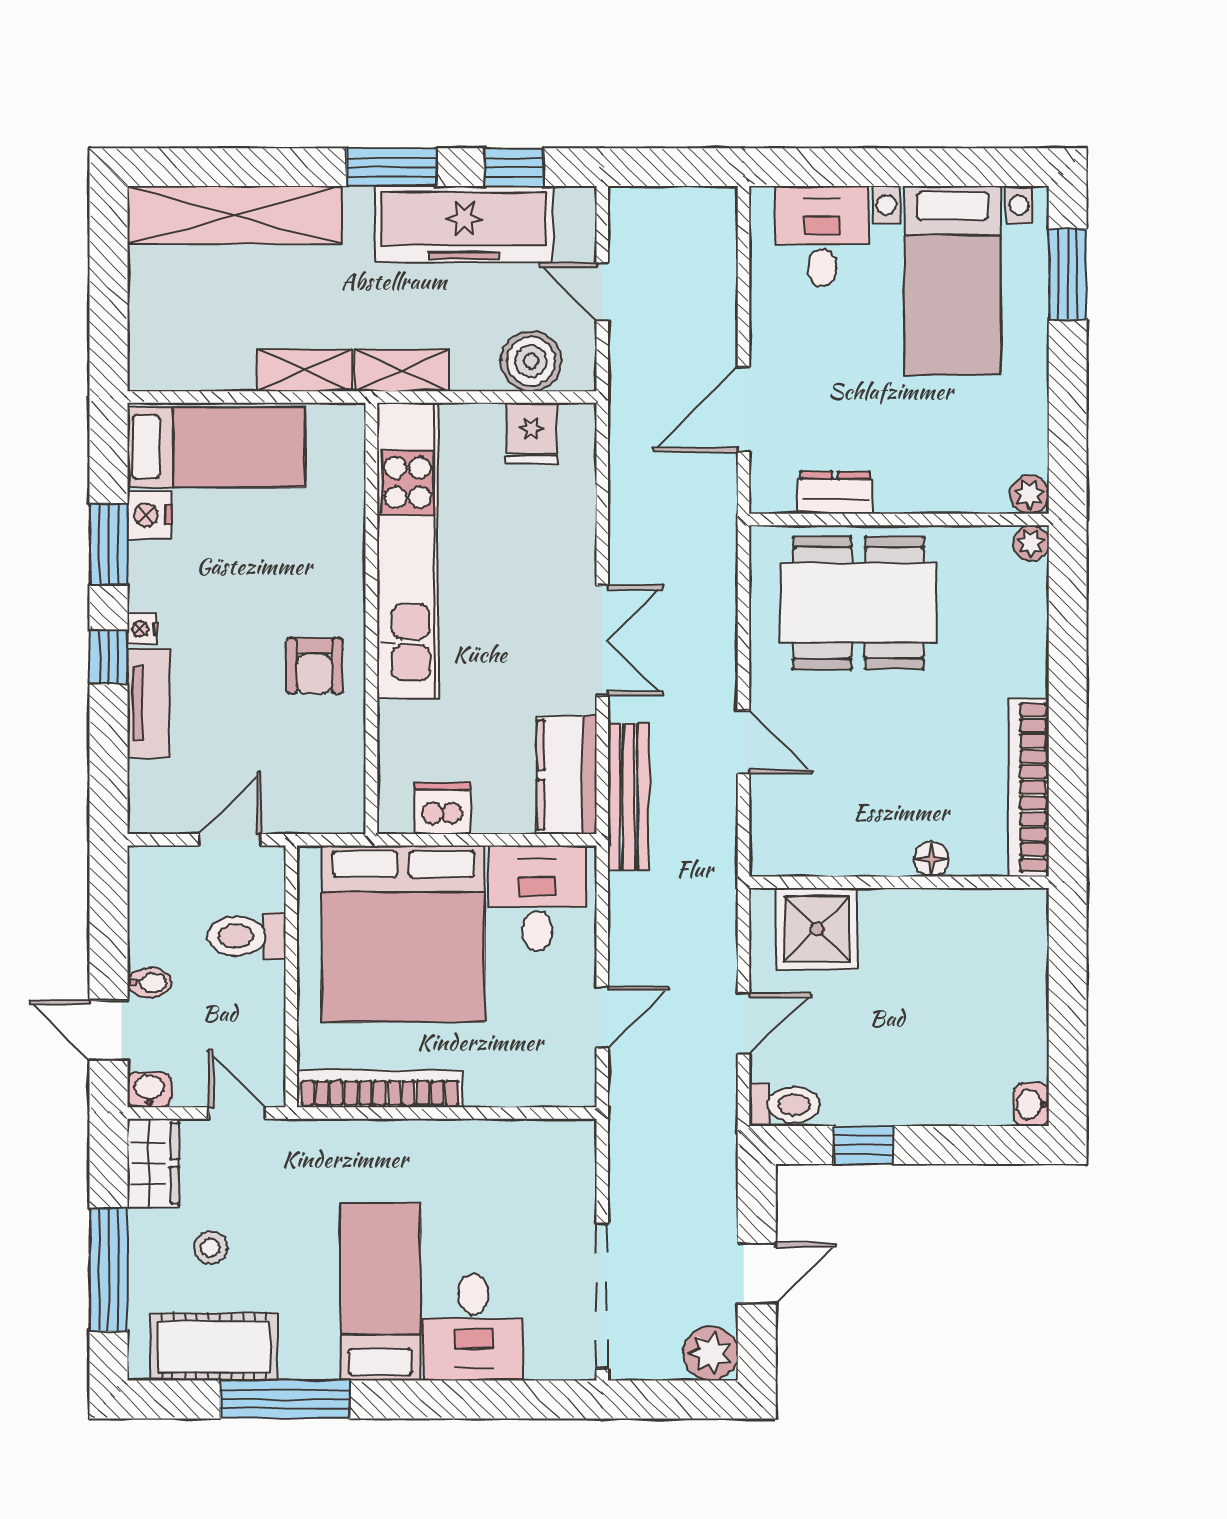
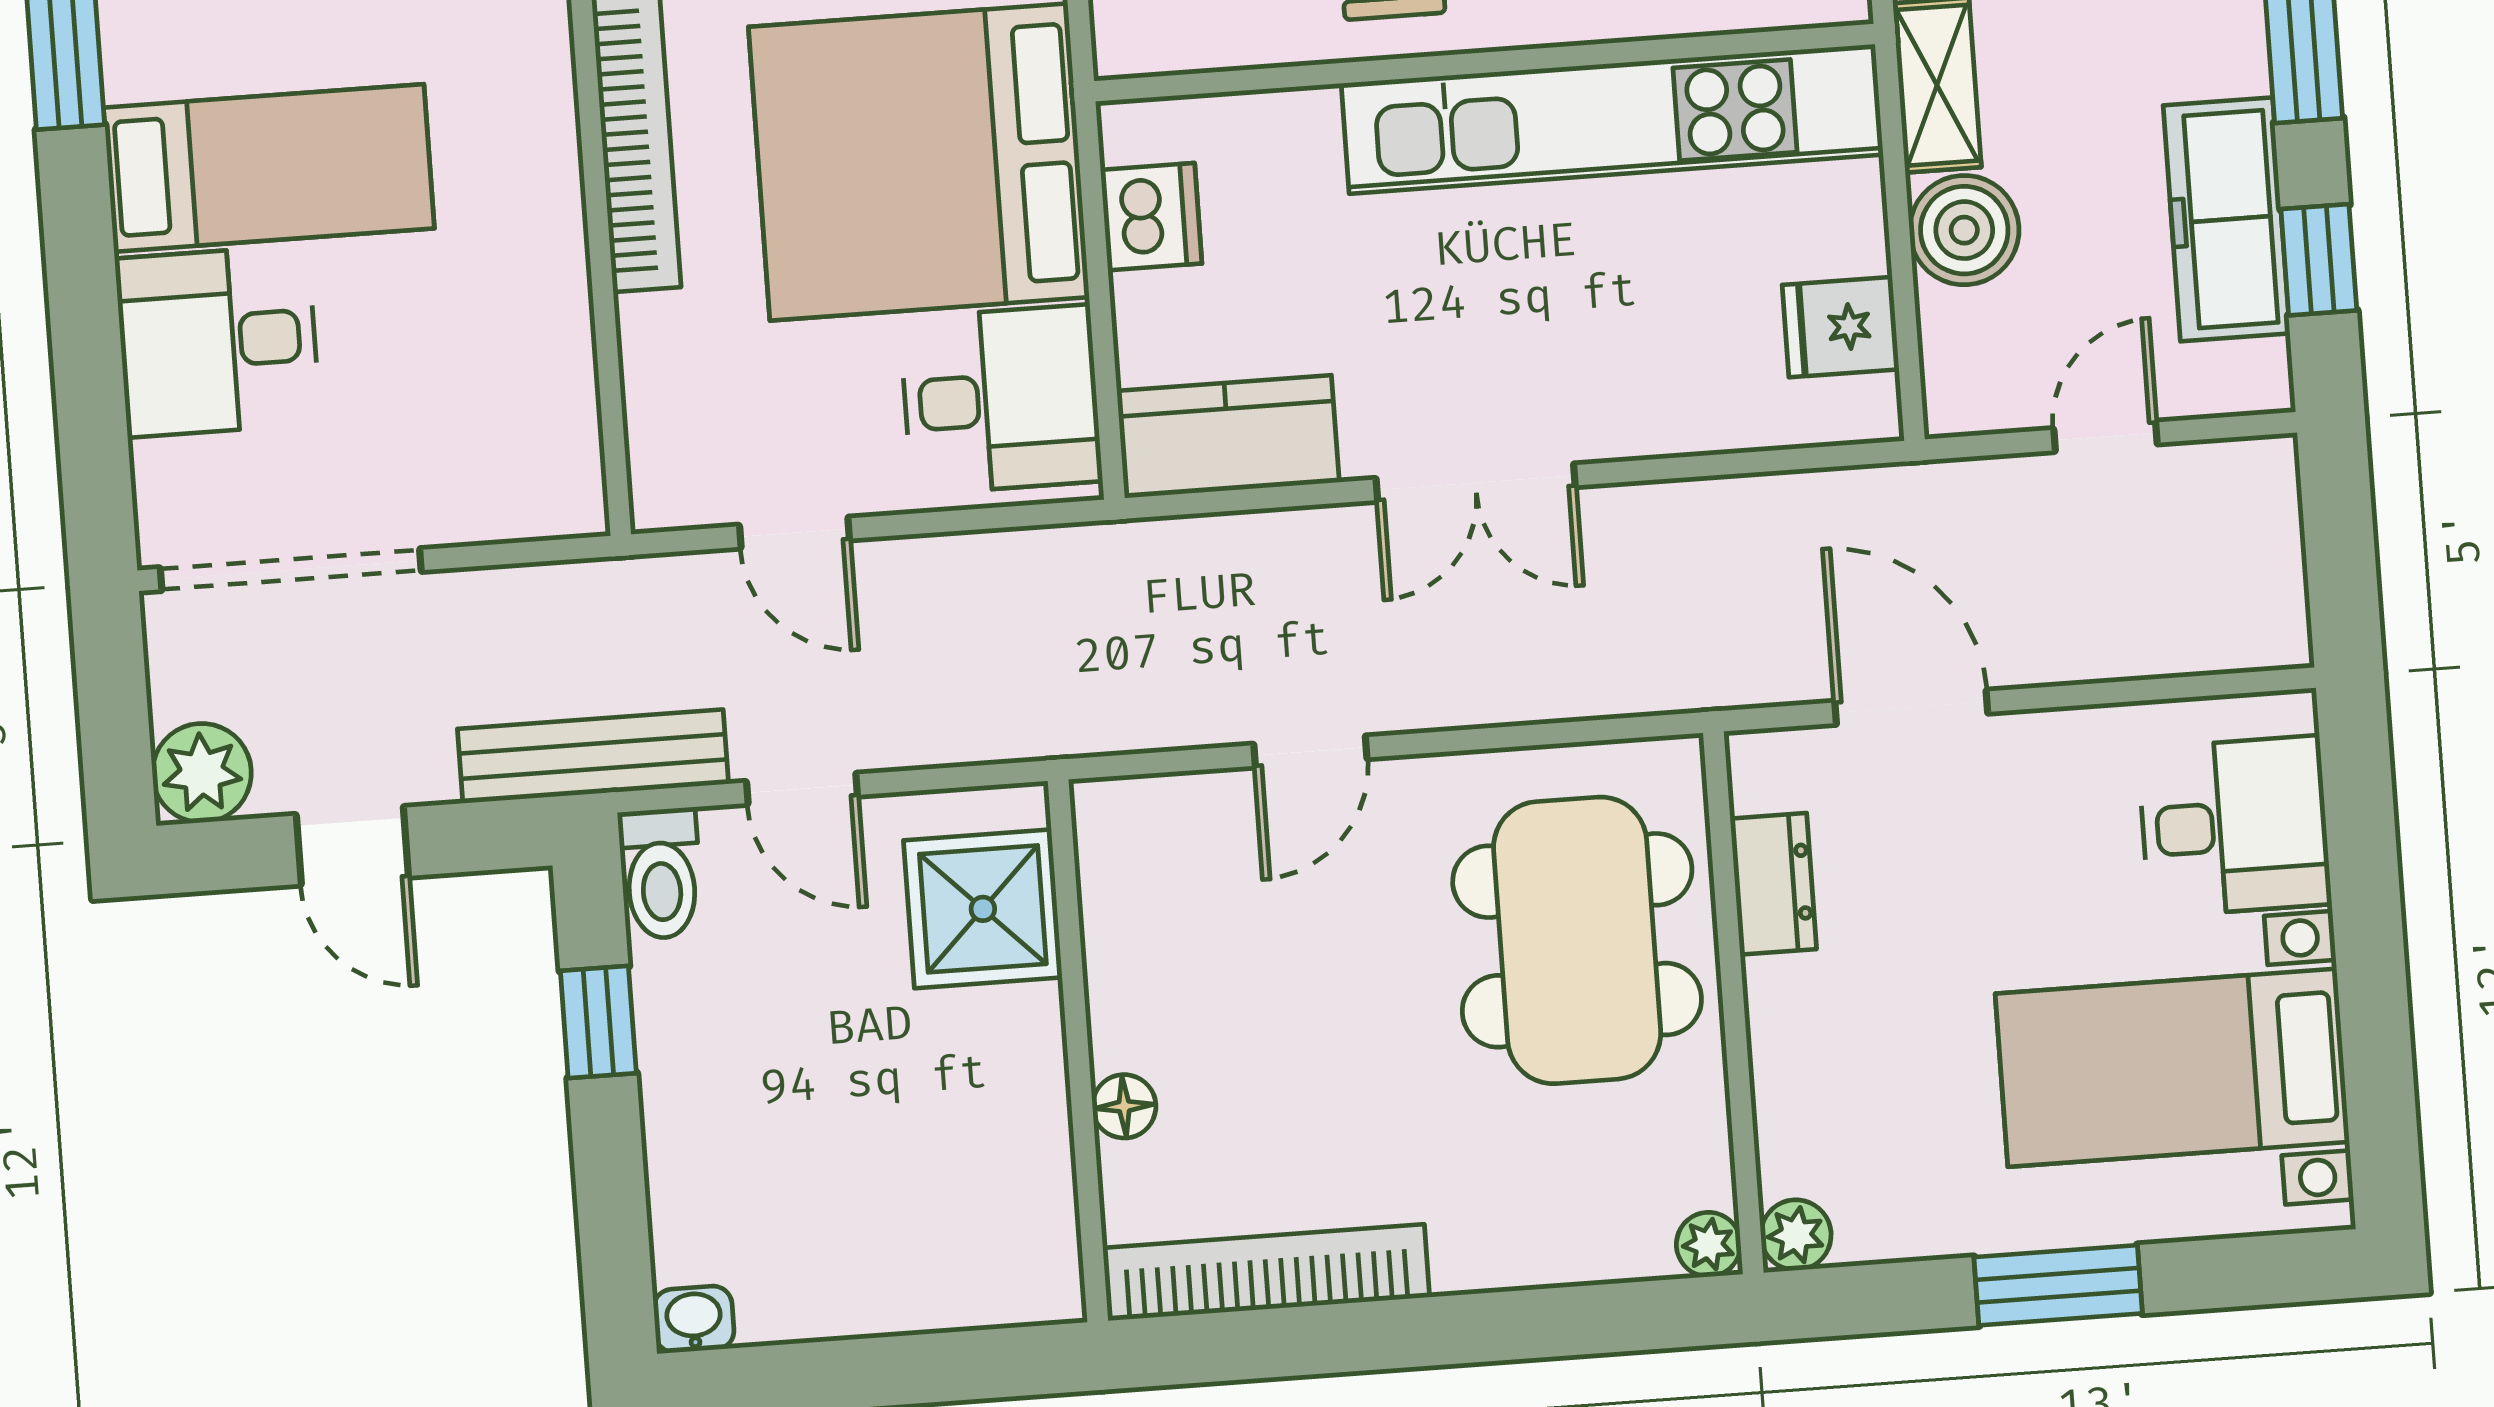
freezer: (464, 224) -> (2227, 219), width x0.73, depth x0.79
window: (1068, 274) -> (2058, 1285), moved
boiler: (531, 361) -> (1964, 230), moved
bench: (628, 797) -> (593, 756), moved

